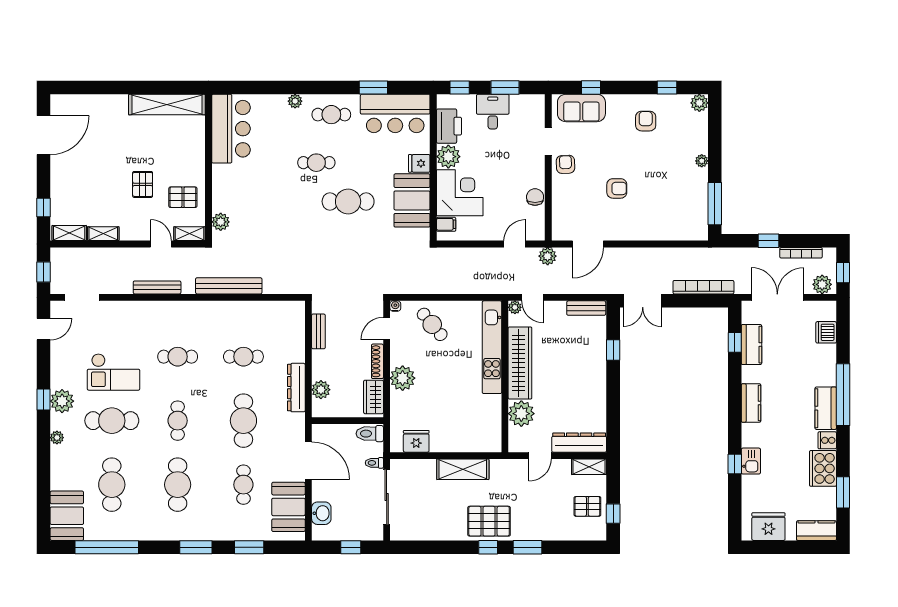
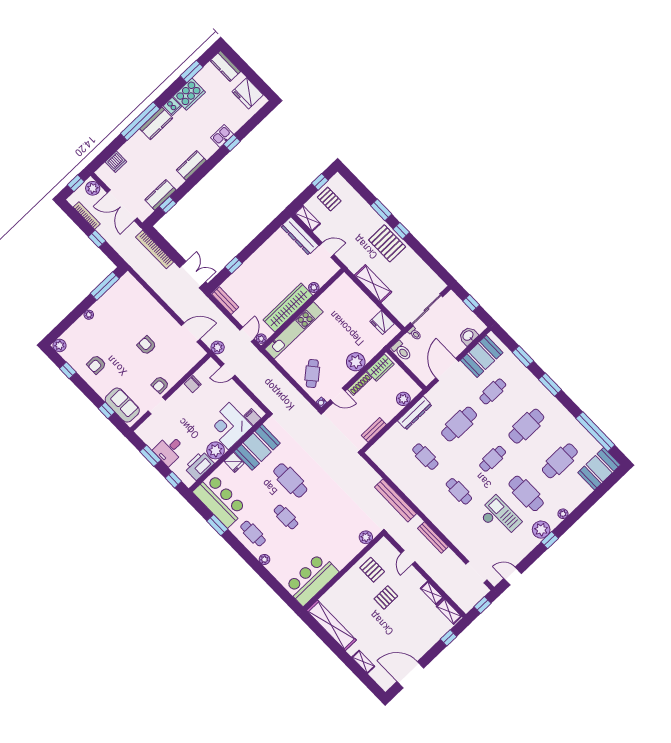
shelving: (190, 234) -> (363, 662), moved
plant: (521, 414) -> (314, 287), width x0.53, depth x0.53

